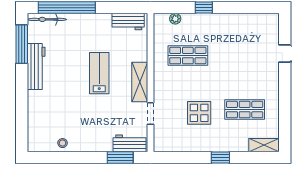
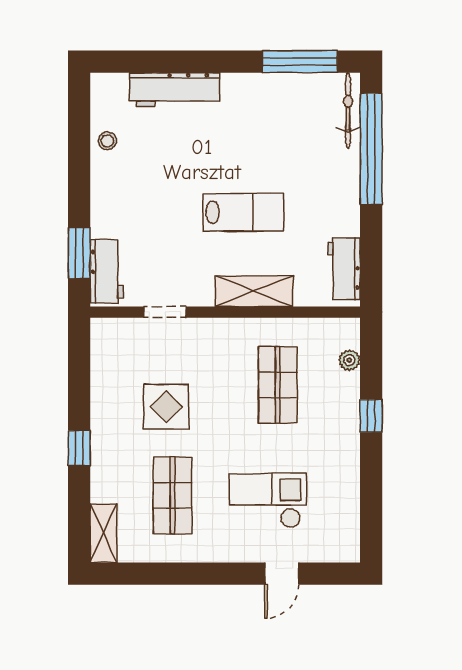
checkout: (247, 60) -> (268, 501), added
workbench: (36, 67) -> (175, 89), moved
shelving: (140, 82) -> (254, 291), moved

